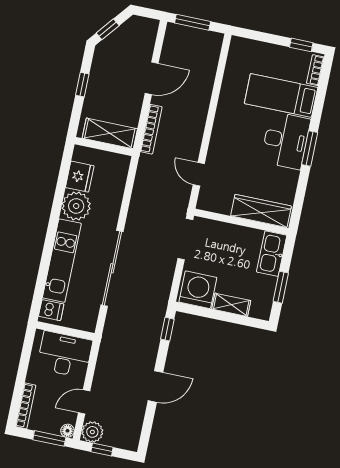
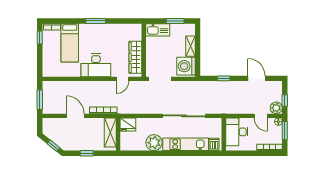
desk: (286, 140) -> (96, 65), moved, turned 180
fridge: (80, 177) -> (128, 124), moved, turned 180
wardrobe: (261, 211) -> (135, 57), moved
window: (167, 329) -> (224, 78), moved
door: (155, 386) -> (256, 78), moved

